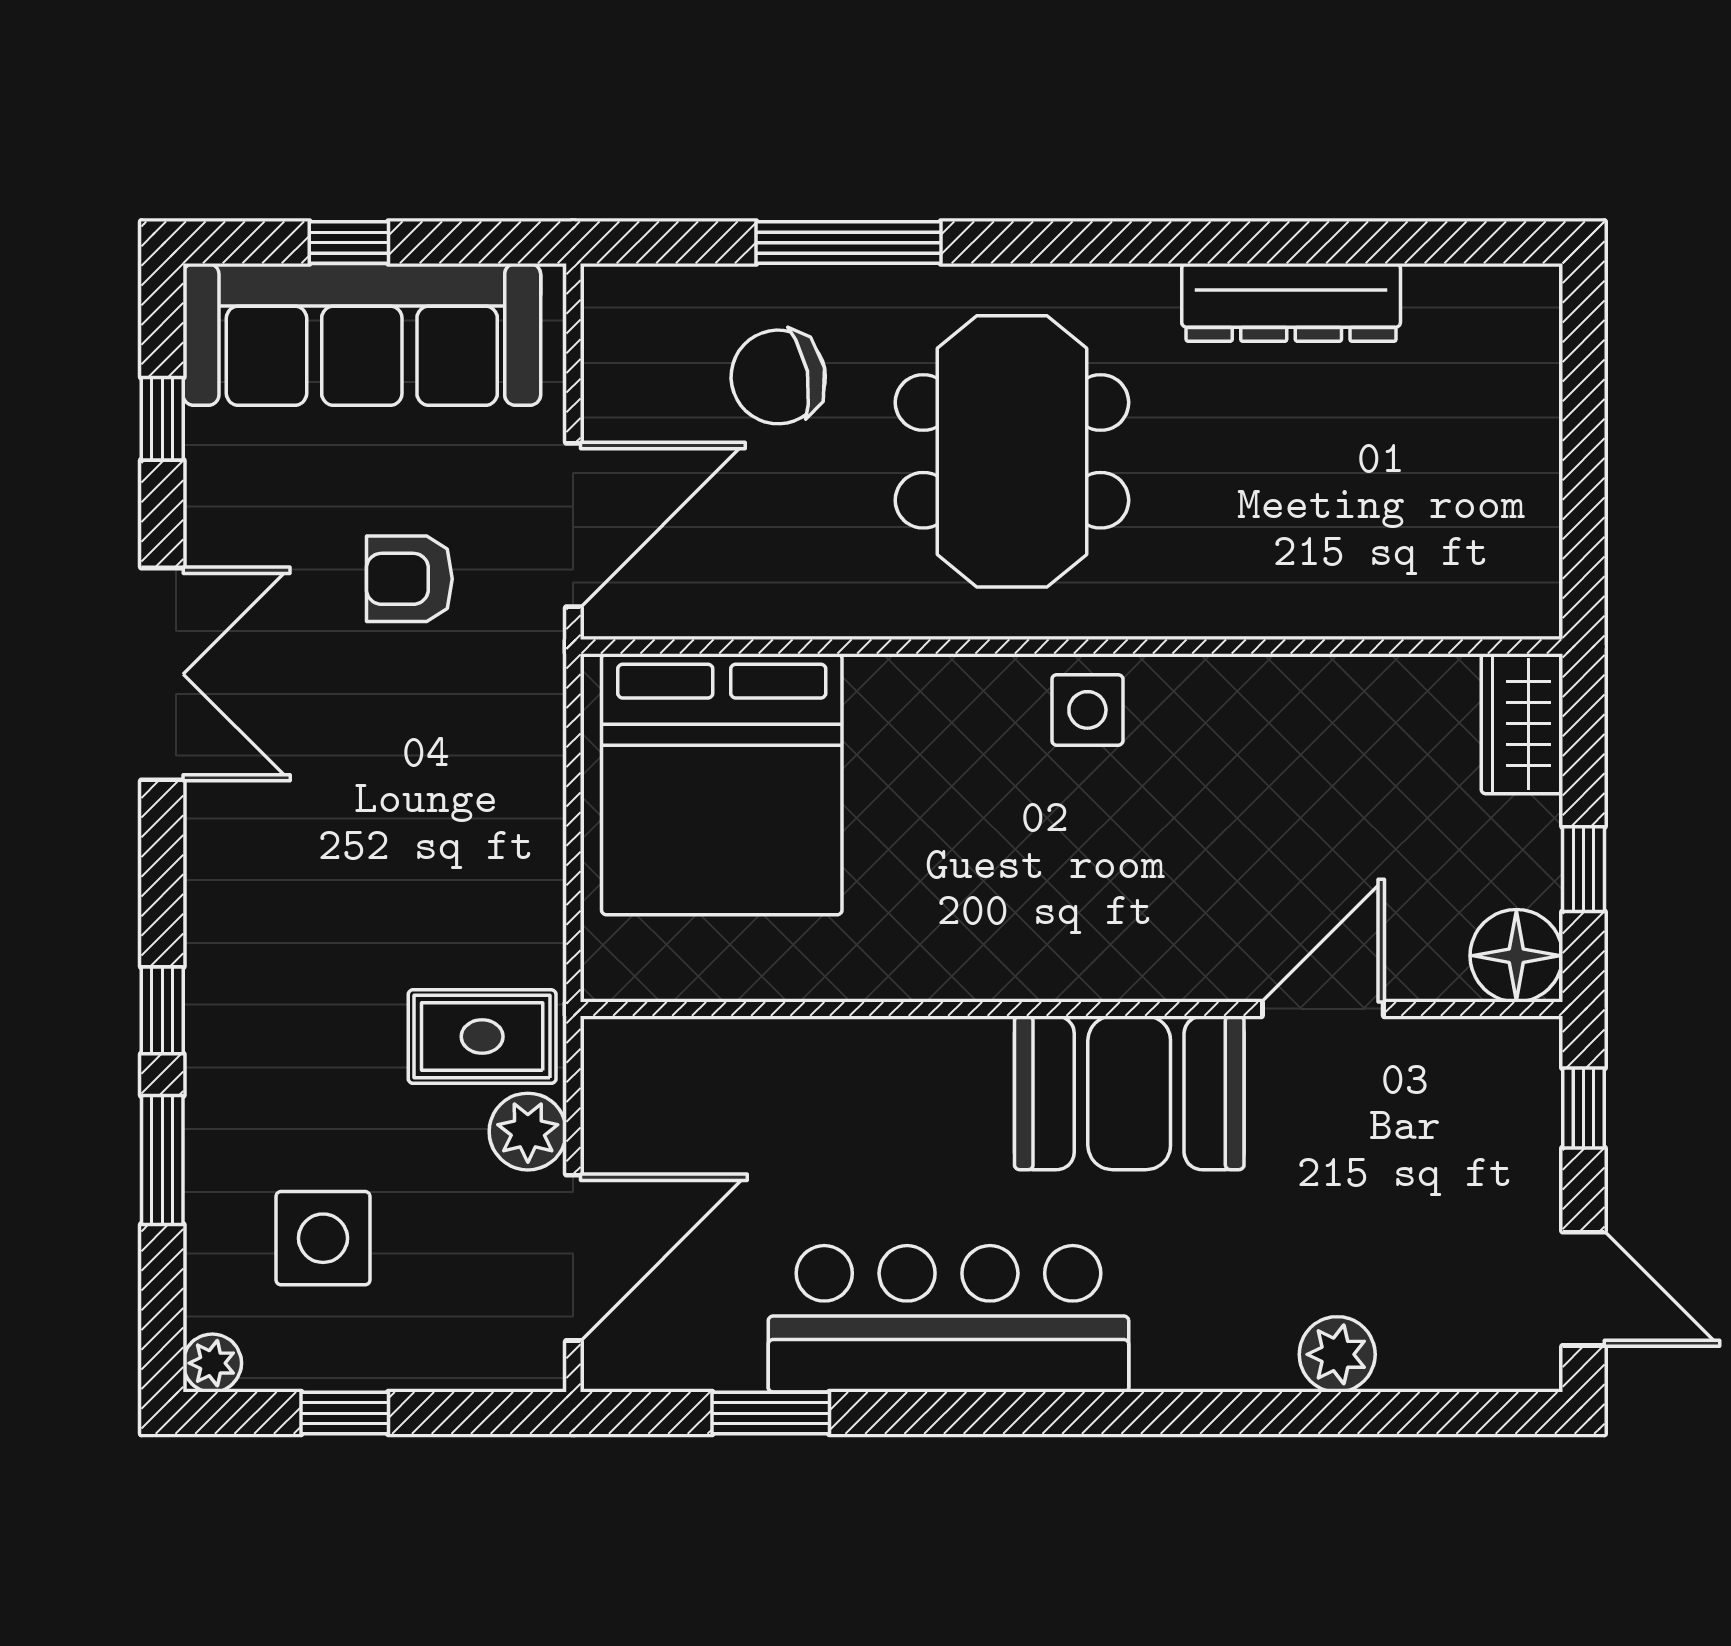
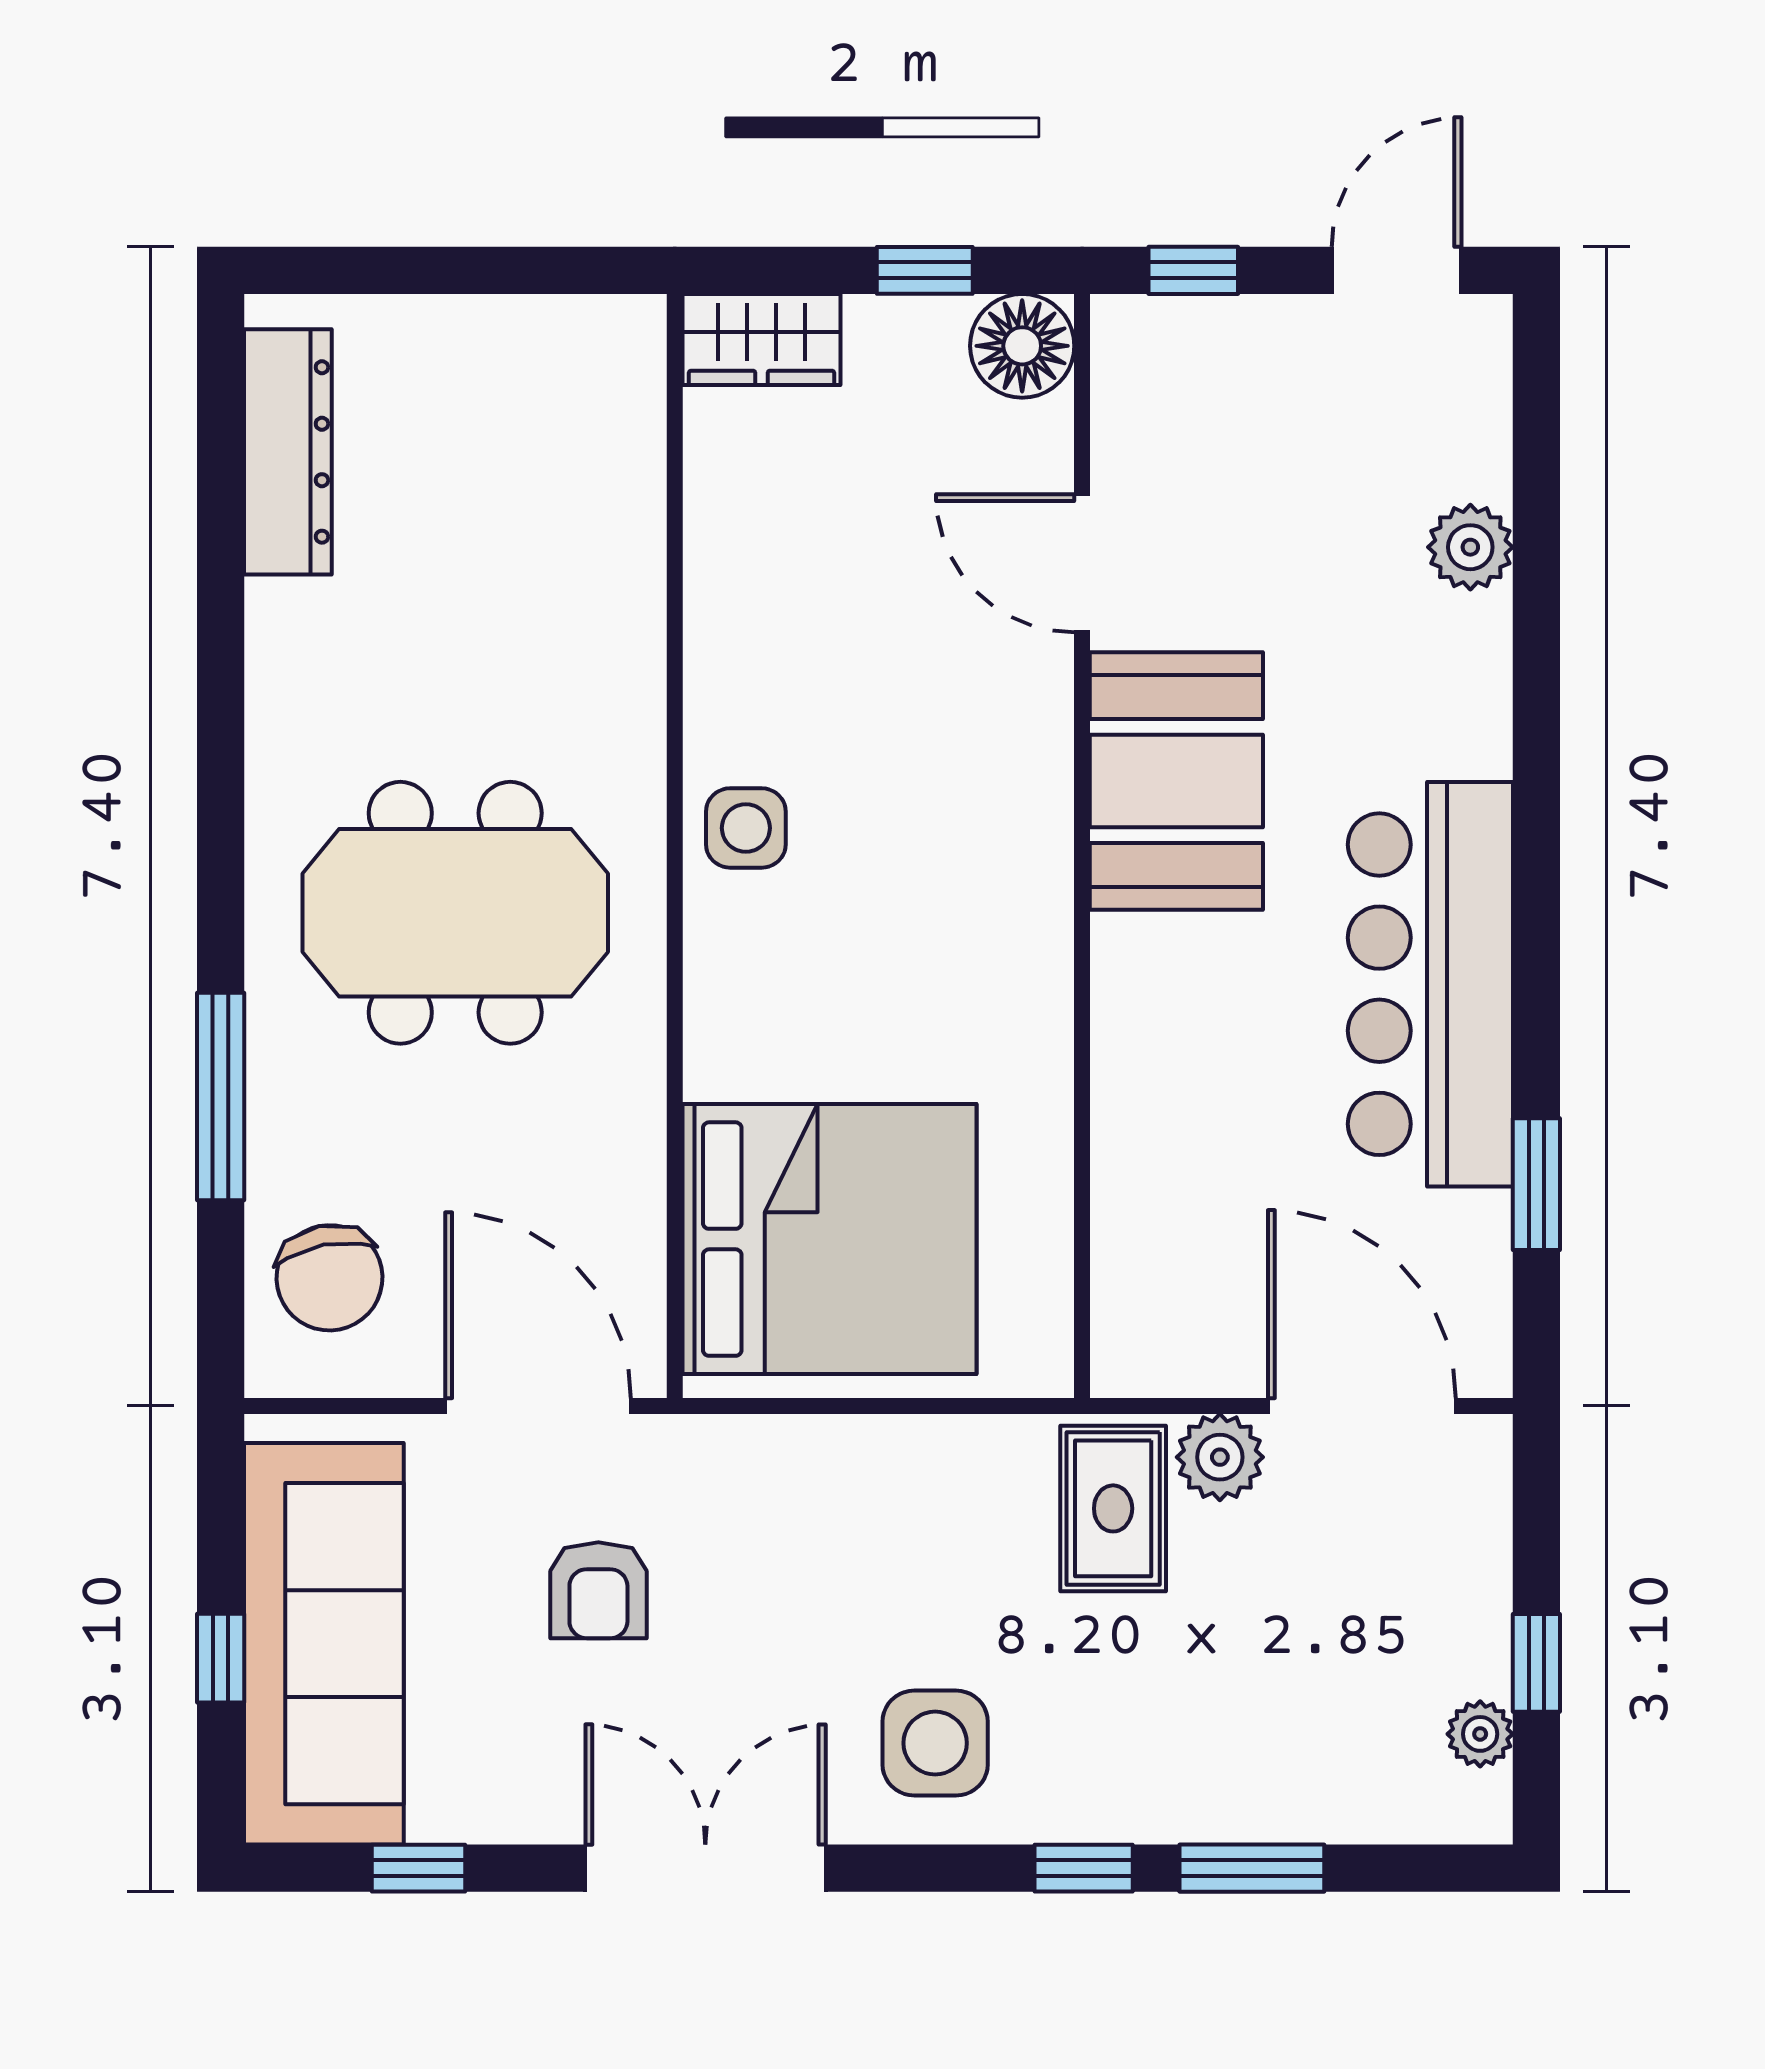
dresser: (1291, 302) -> (288, 452), moved
chair: (778, 377) -> (329, 1278), moved
side table: (323, 1238) -> (935, 1743), moved
plant: (212, 1363) -> (1480, 1734), moved

